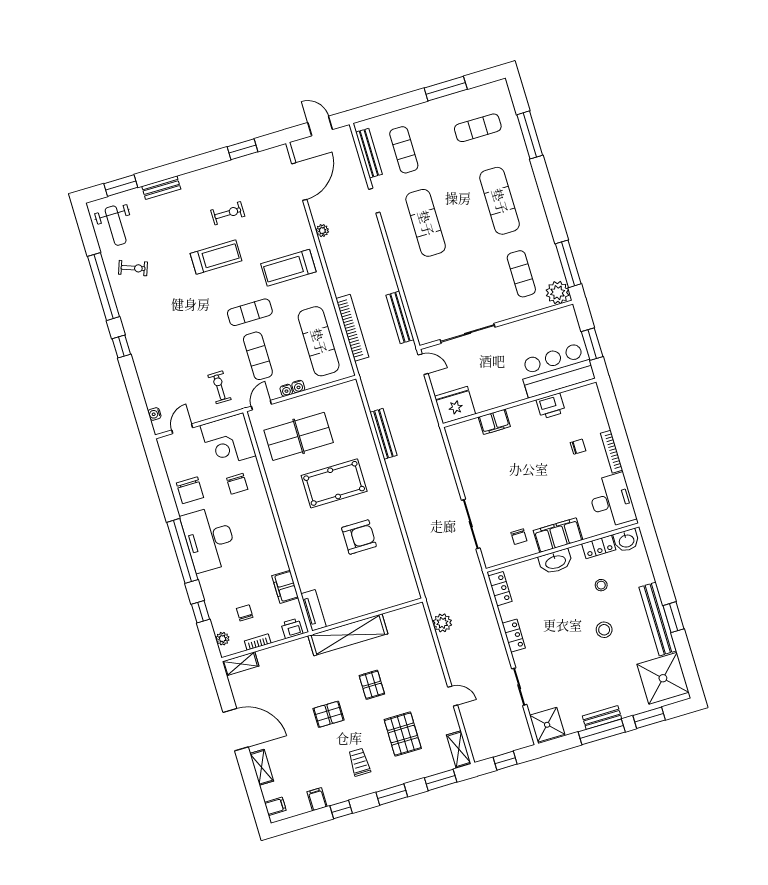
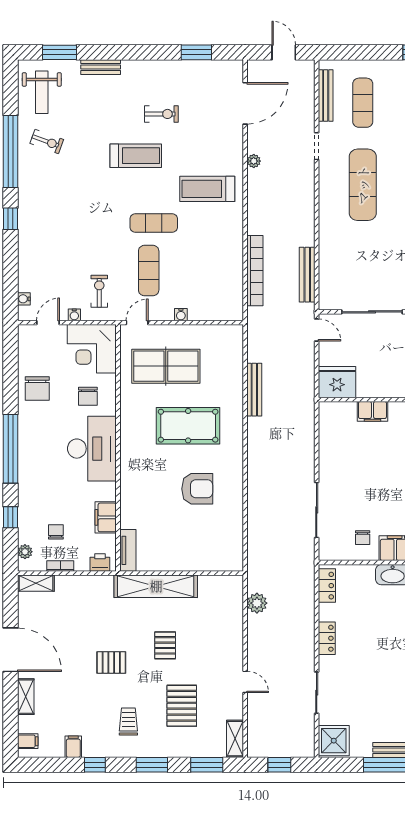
exercise mat: (319, 341) -> (216, 274), removed
water cooler: (286, 390) -> (74, 315), moved
desk: (209, 539) -> (92, 449), moved, turned 180

